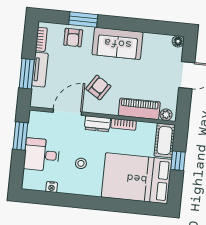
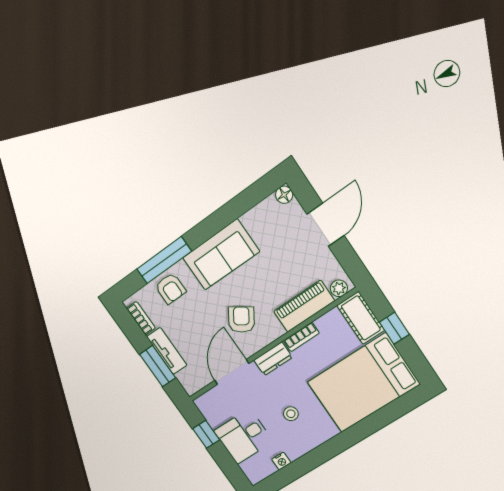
window: (83, 20) -> (164, 260), width x1.44
window: (20, 136) -> (206, 434), width x0.67

